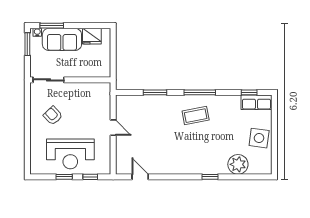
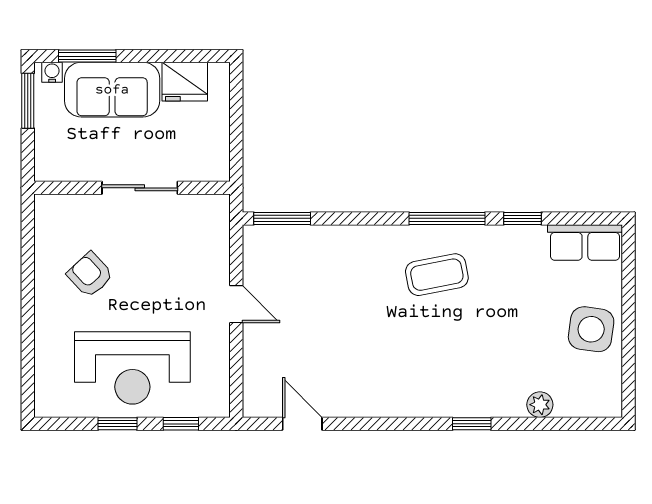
sliding door: (49, 80) -> (140, 188), moved
window: (155, 92) -> (282, 218), moved
window: (249, 92) -> (523, 218), moved
plant: (238, 164) -> (540, 405), width x0.53, depth x0.53

